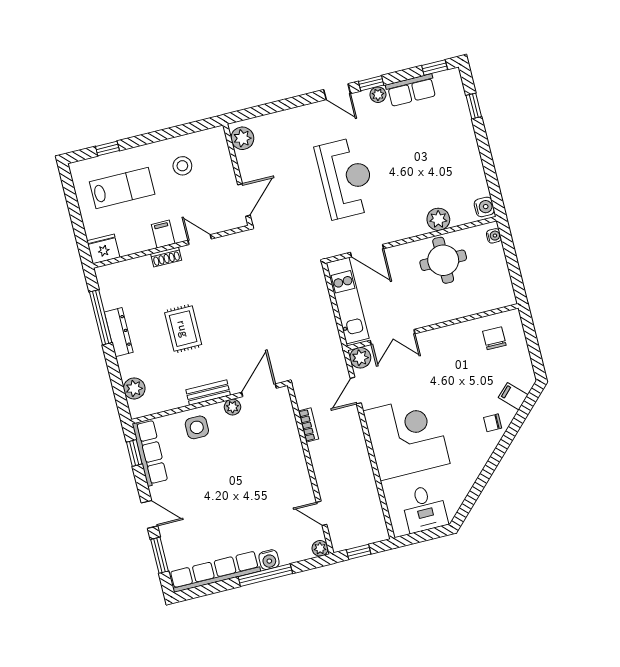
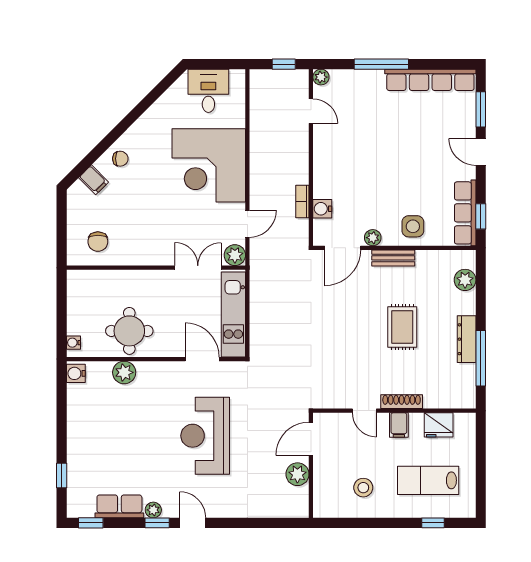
plant: (242, 138) -> (297, 474), moved
fridge: (103, 249) -> (439, 425), moved
shoe rack: (166, 257) -> (402, 402), width x1.43
water cooler: (269, 560) -> (322, 209), moved, turned -90

